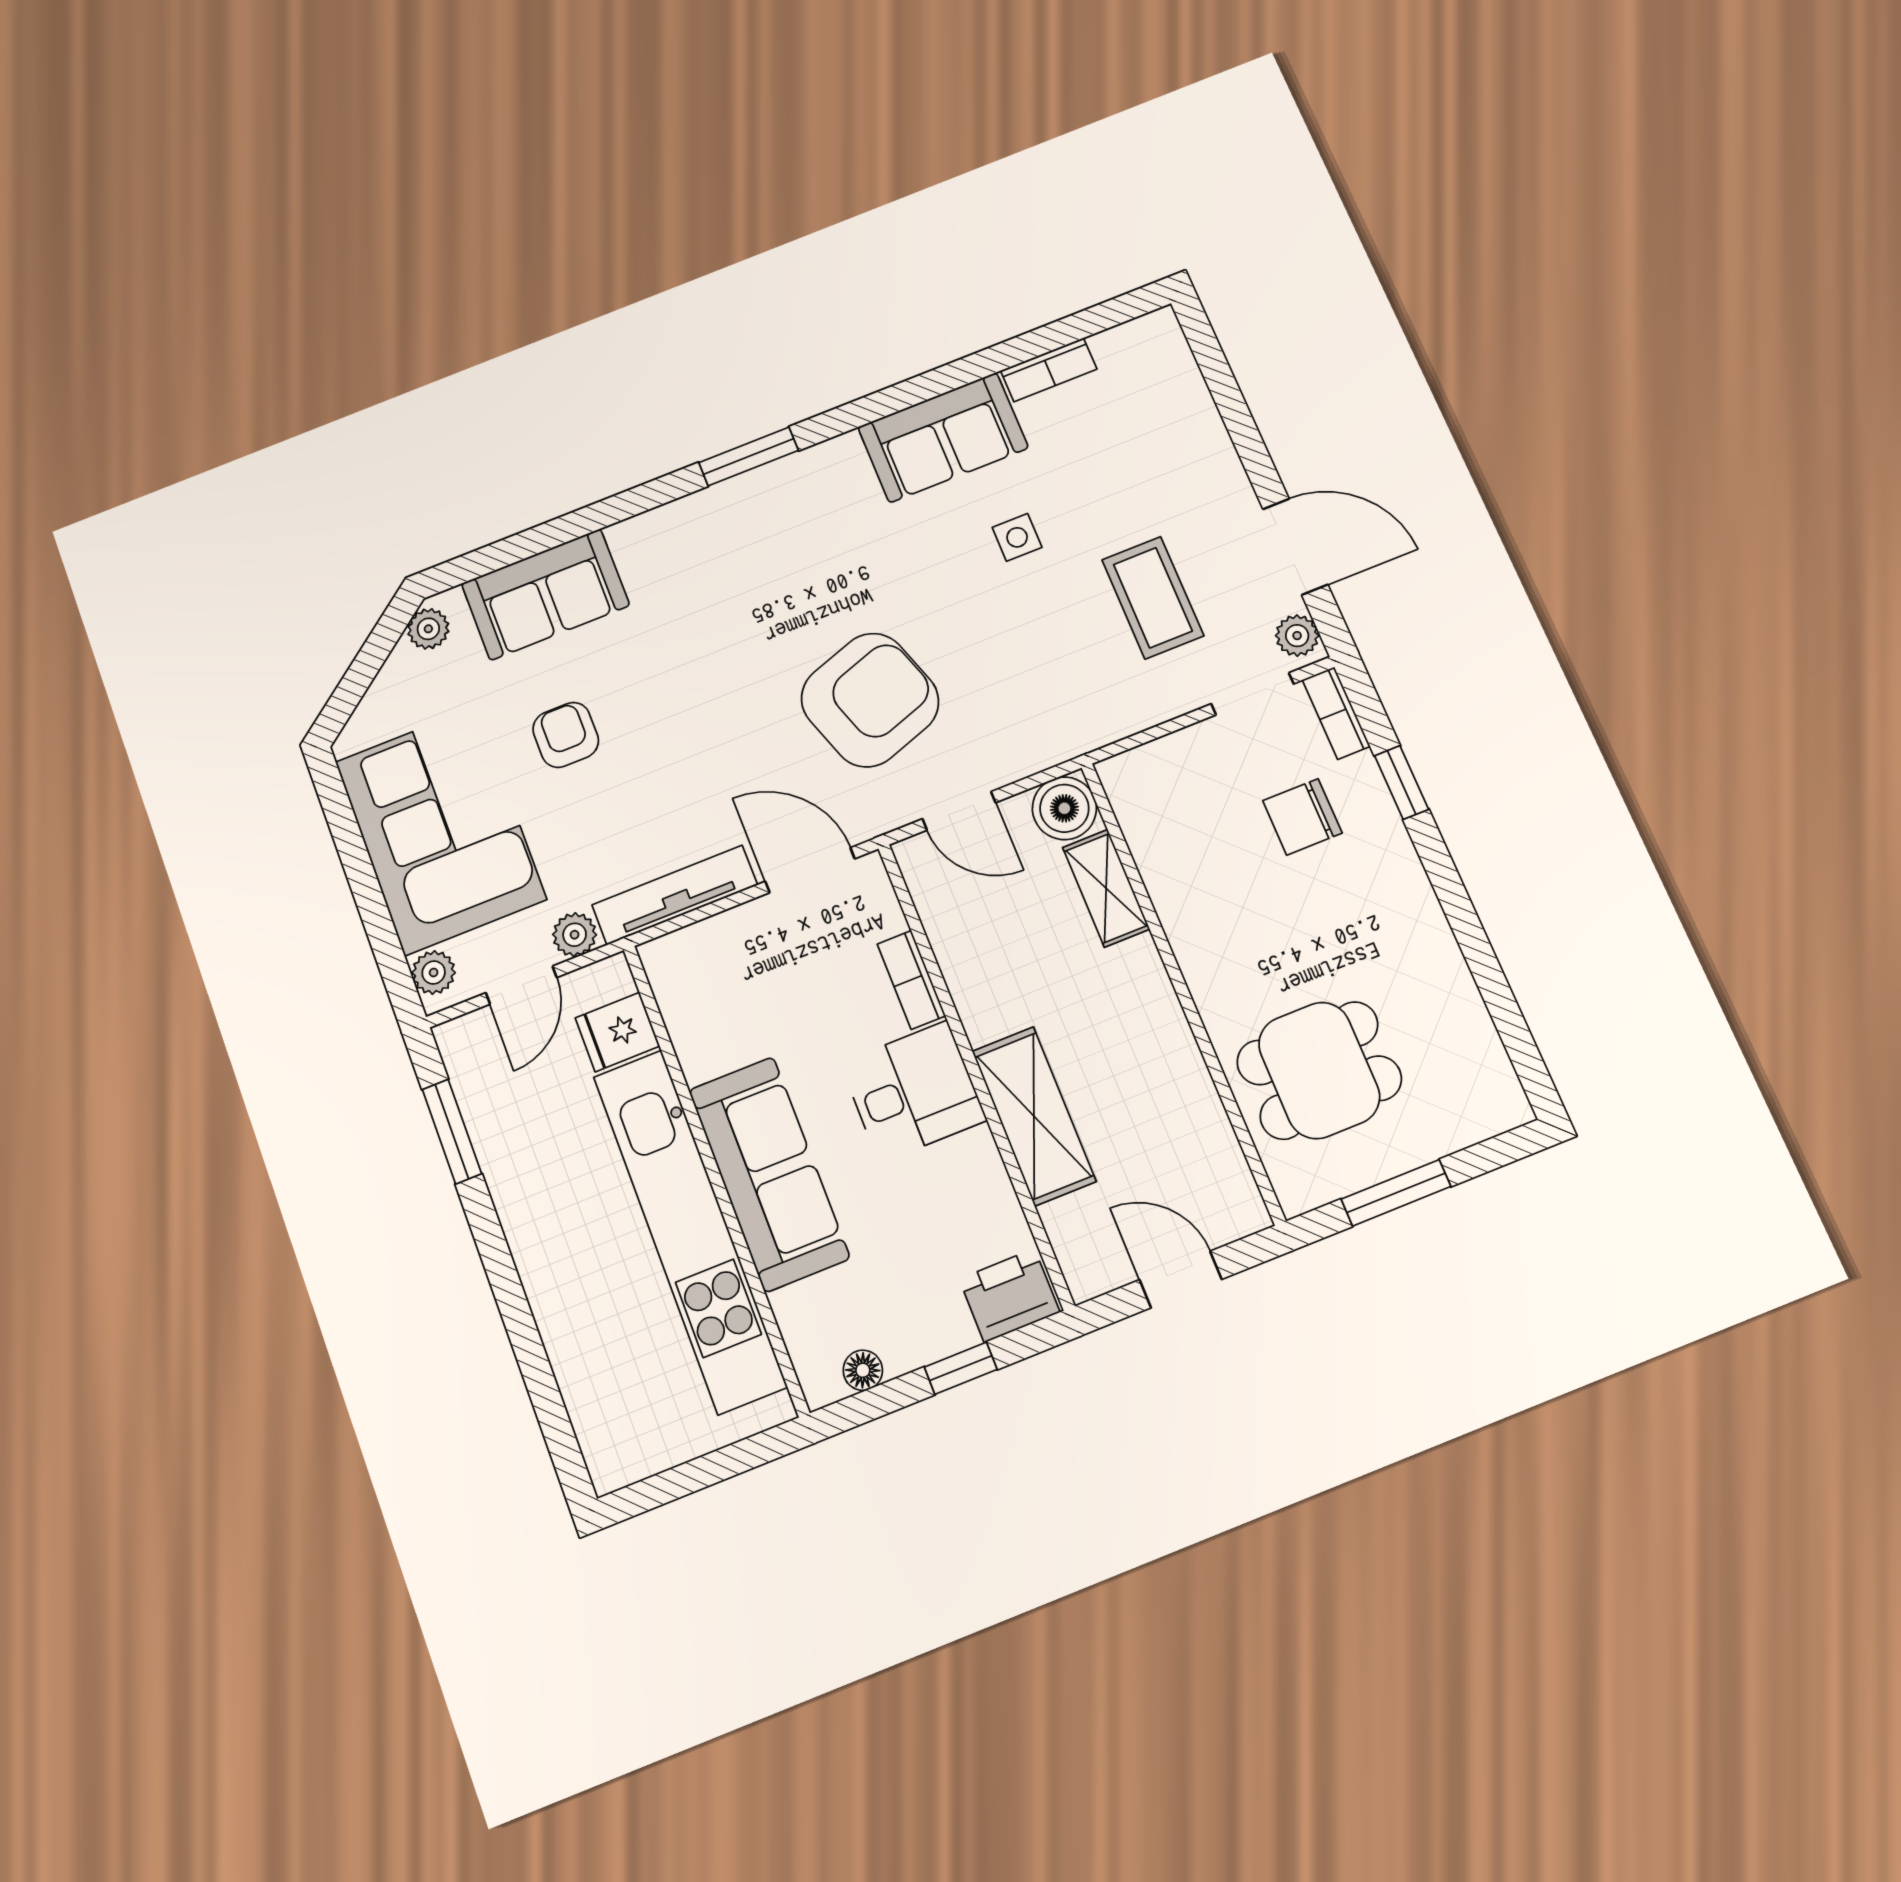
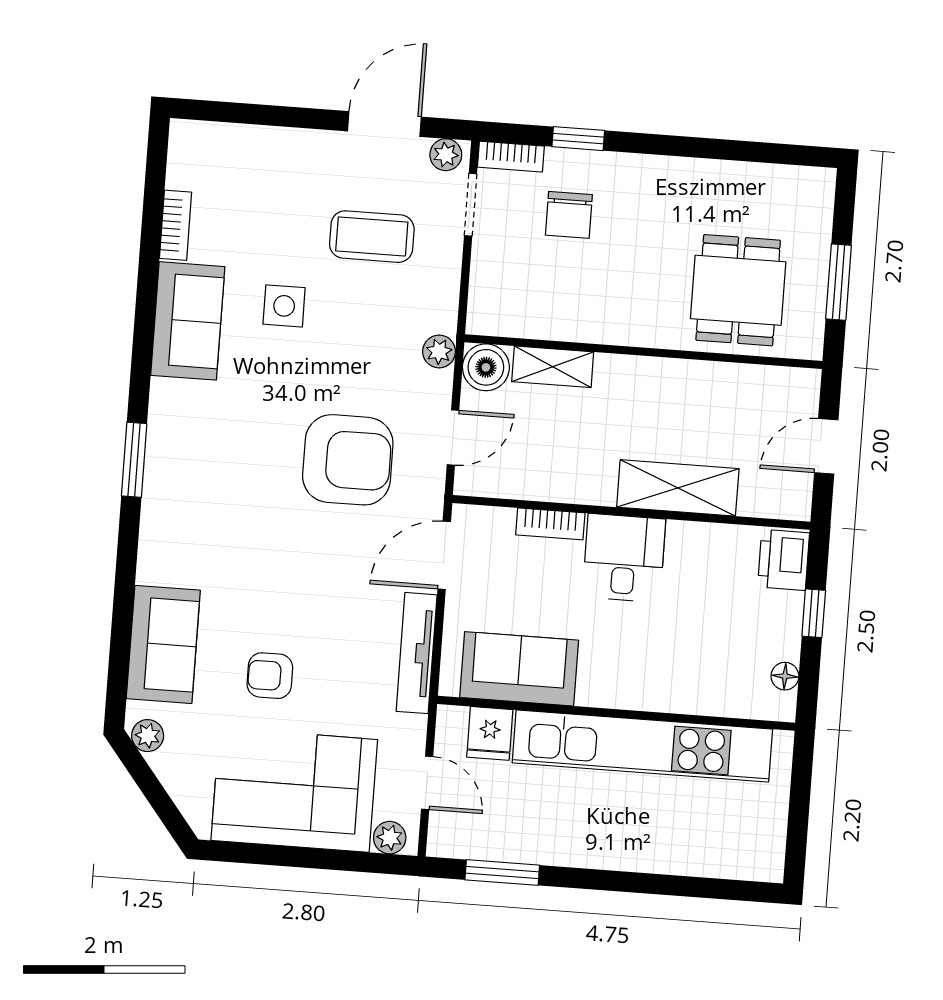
side table: (1017, 537) -> (284, 306), width x1.37, depth x1.37
armchair: (870, 700) -> (348, 460), turned 109
plant: (575, 935) -> (439, 351), moved
sofa: (769, 1174) -> (519, 669), moved, width x0.73

